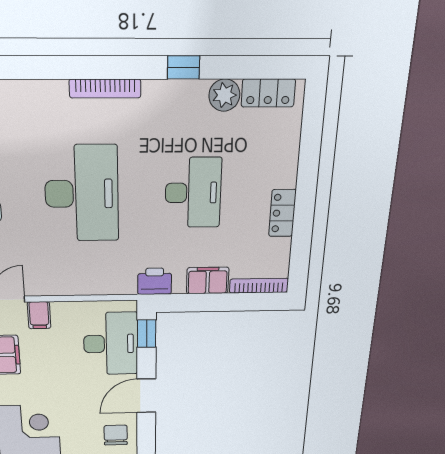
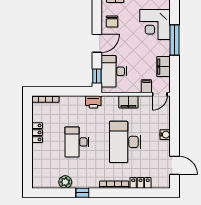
locker: (268, 93) -> (140, 183), moved
filing cabinet: (208, 280) -> (128, 102), moved

